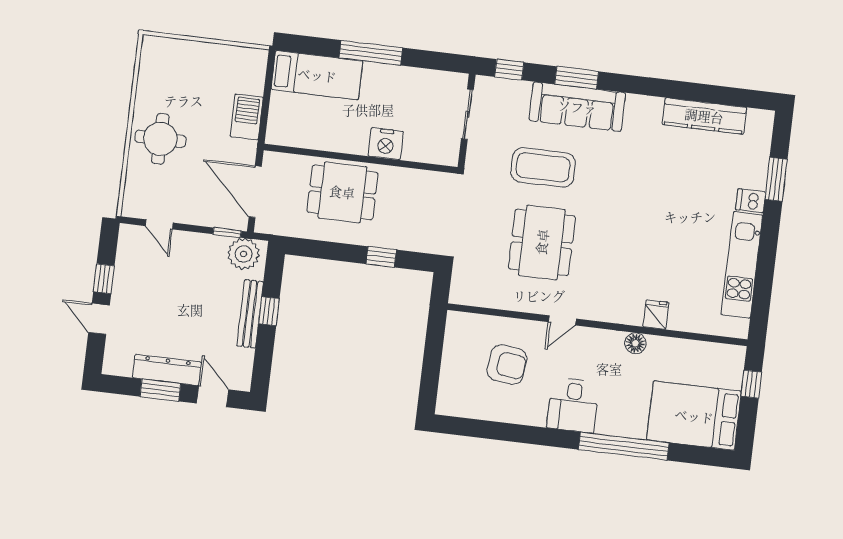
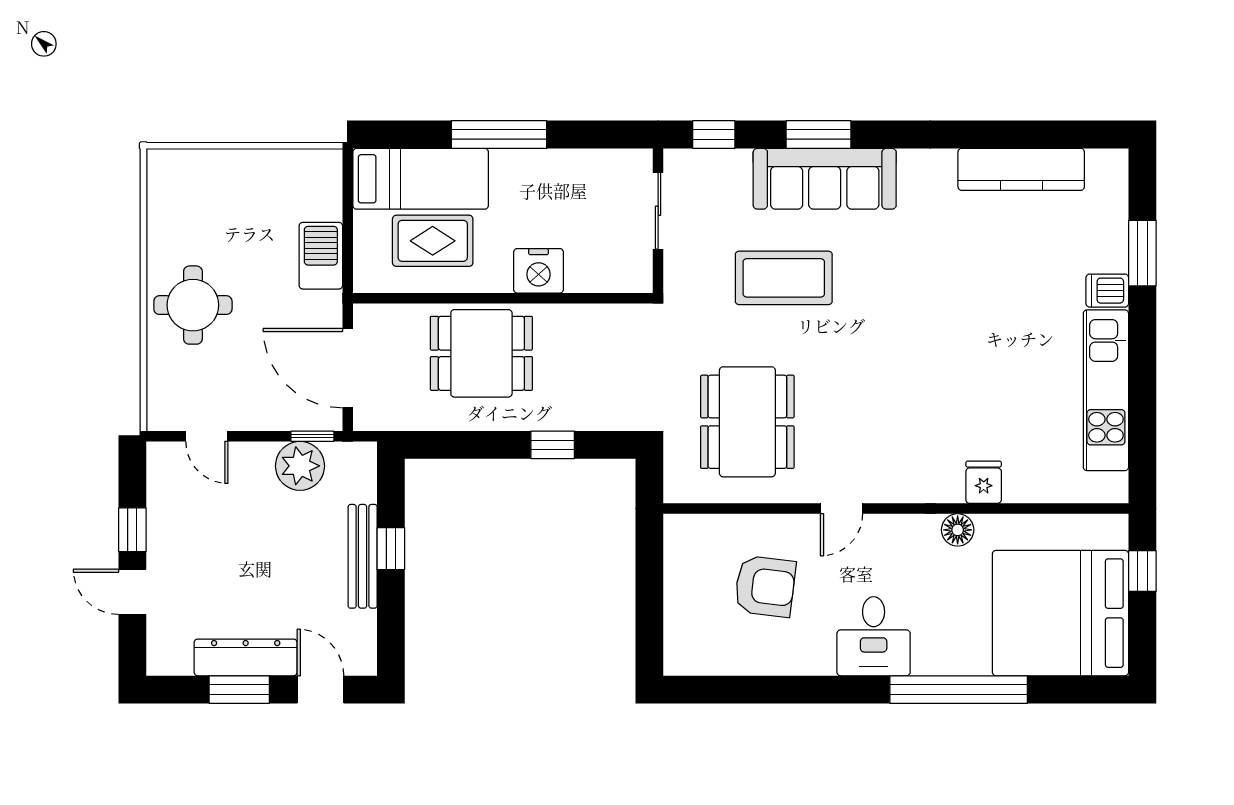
rug: (320, 116) -> (433, 241), added
dining table: (542, 242) -> (747, 422), moved
plant: (244, 254) -> (300, 466), moved
bed: (694, 416) -> (1060, 613), width x1.36

